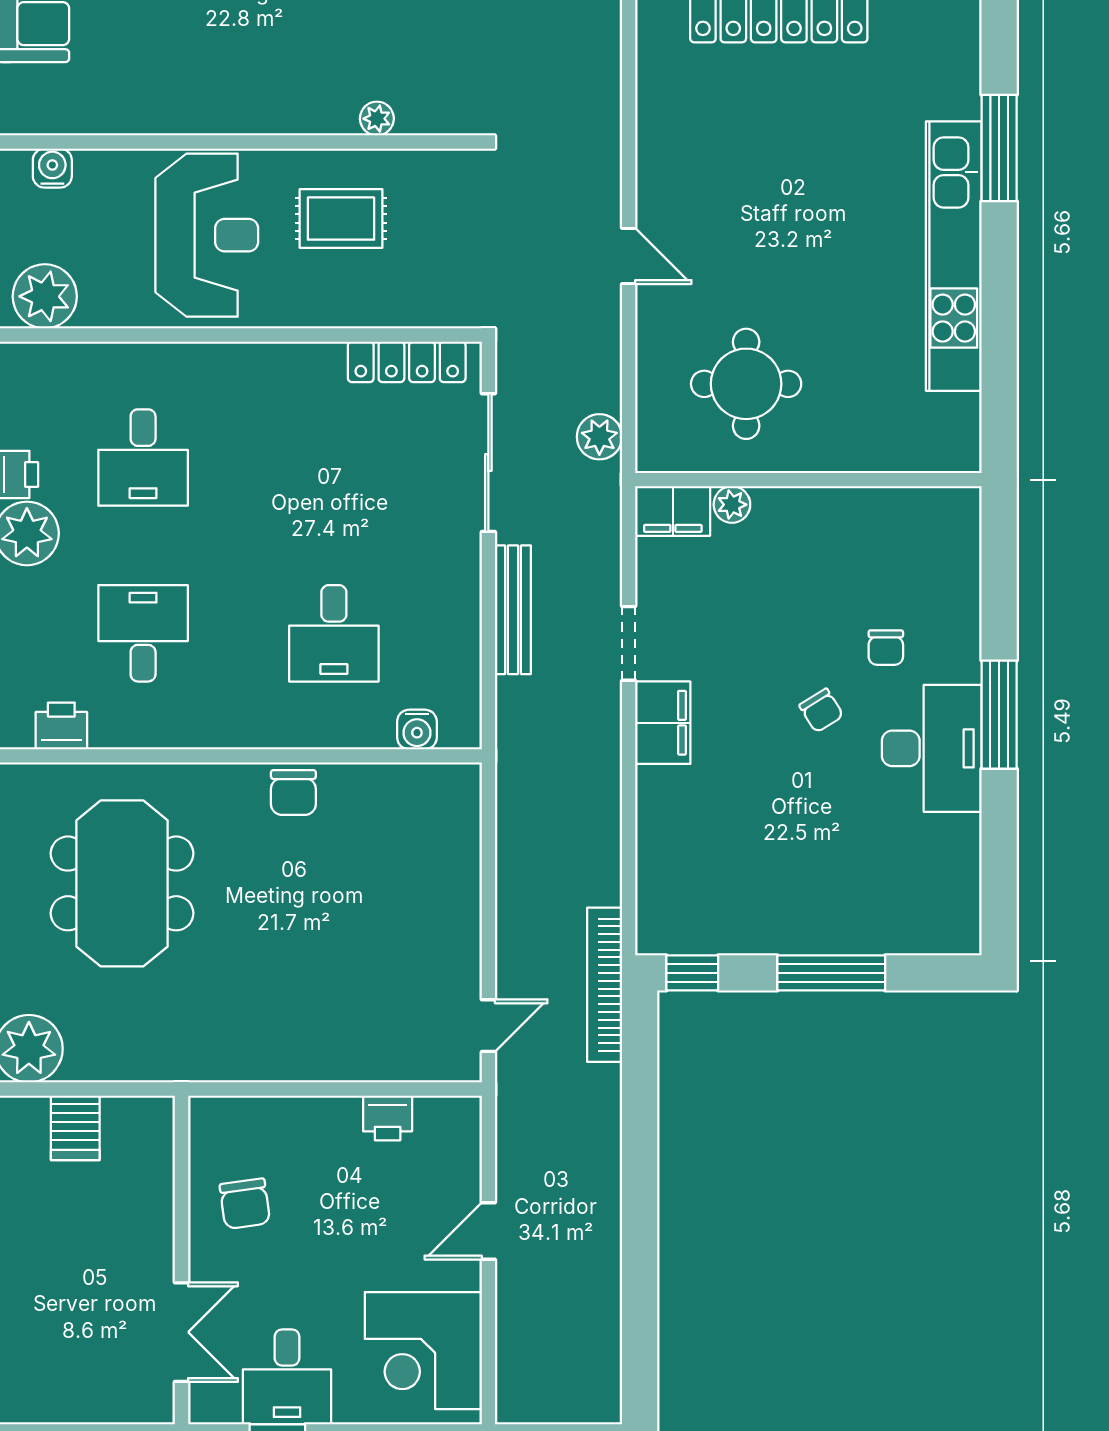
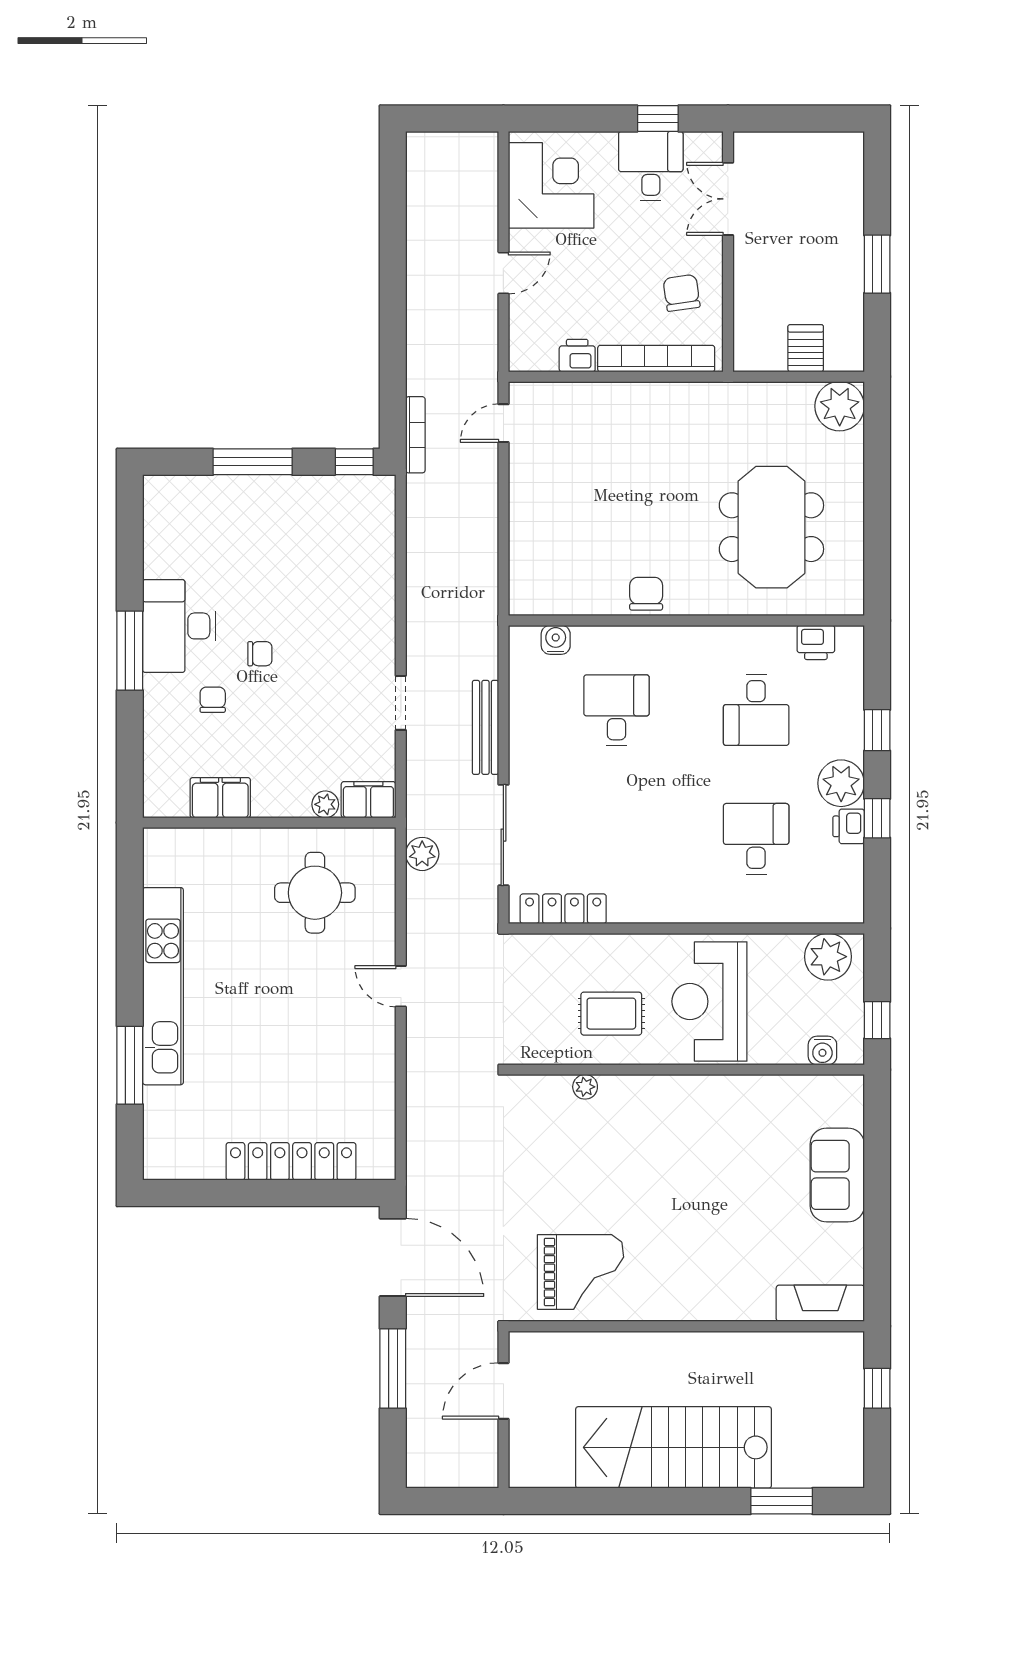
chair: (821, 710) -> (260, 654), turned 122
filing cabinet: (663, 723) -> (220, 798), moved, turned 90
bookcase: (605, 985) -> (415, 435), width x0.68, depth x0.76
bookcase: (280, 1114) -> (656, 359), added

